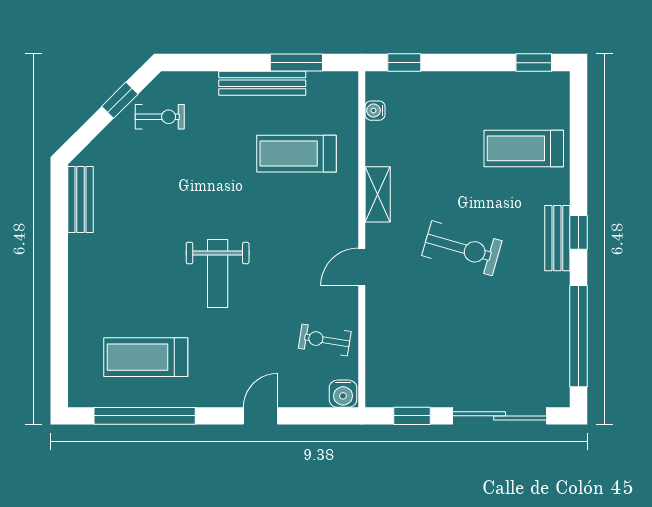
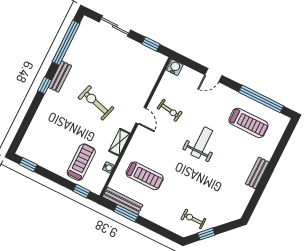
bench: (262, 83) -> (123, 201), moved
water cooler: (375, 111) -> (108, 167), moved
treadmill: (524, 148) -> (81, 162), moved, turned -90
bench: (80, 199) -> (257, 173), moved
bench: (557, 238) -> (60, 77), moved
door: (362, 267) -> (141, 116), hinge flipped
exercise bike: (325, 340) -> (170, 110), moved
sliding door: (500, 416) -> (115, 26), width x0.73

